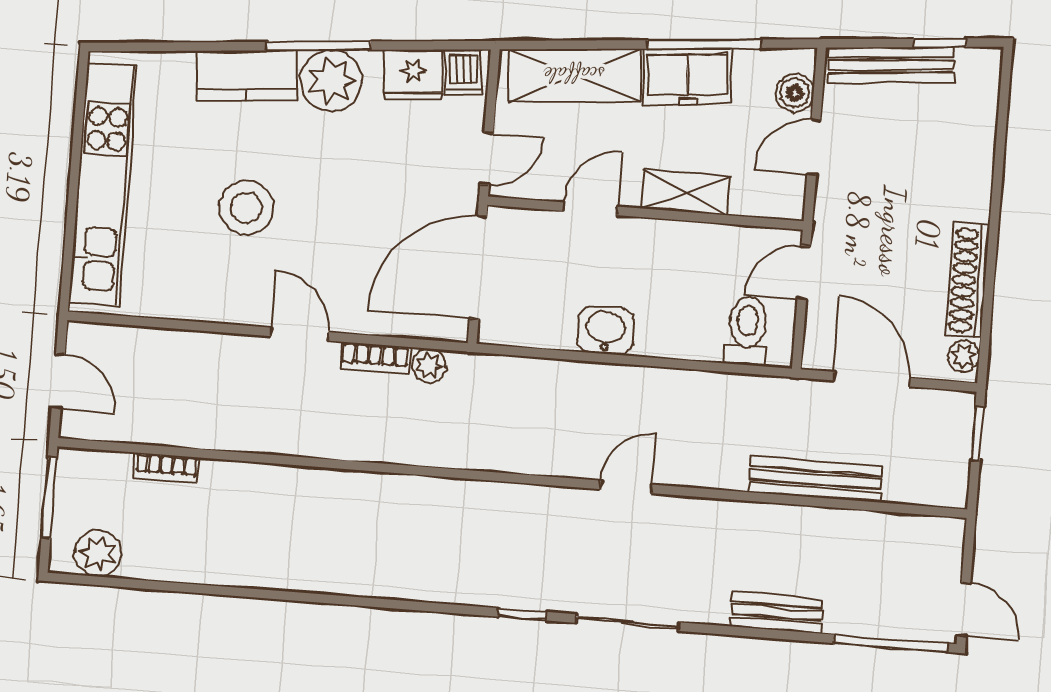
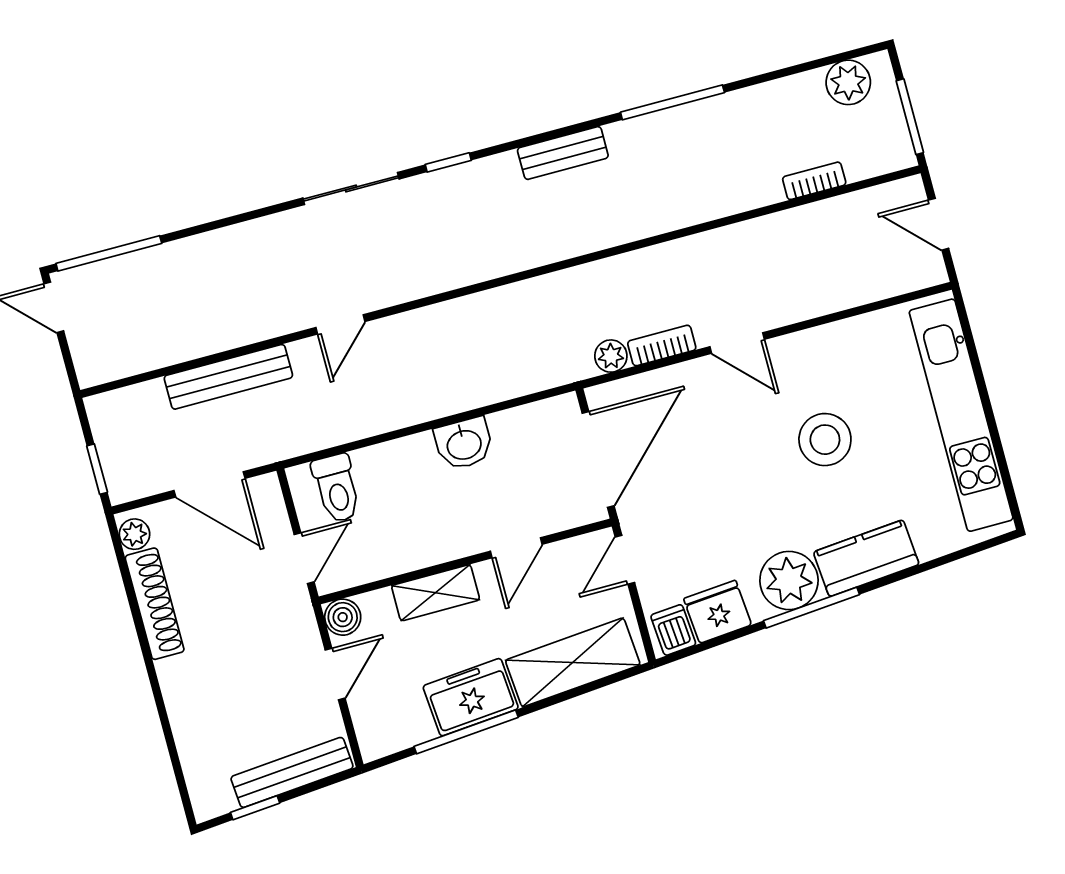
boiler: (795, 93) -> (343, 617), moved
door: (626, 487) -> (340, 324), moved
window: (279, 595) -> (672, 102), added
bench: (776, 613) -> (563, 153), moved

